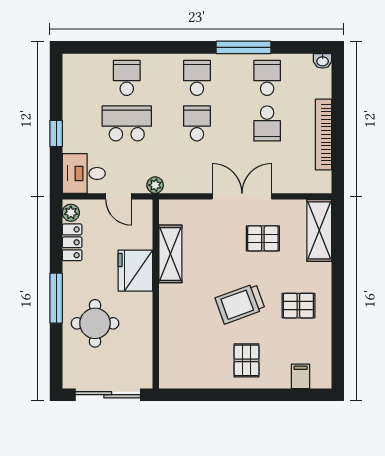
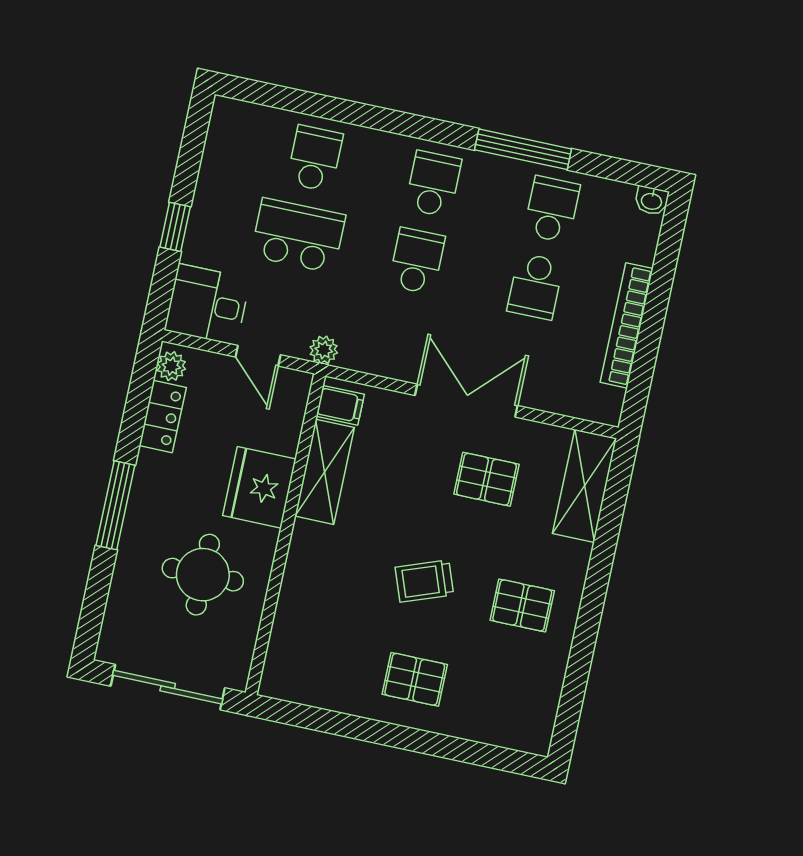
trolley: (240, 304) -> (424, 581), width x0.73, depth x0.72
round table: (95, 323) -> (203, 575), moved
pallet: (247, 360) -> (415, 679), turned 90
filing cabinet: (301, 376) -> (340, 405), moved, turned 90

